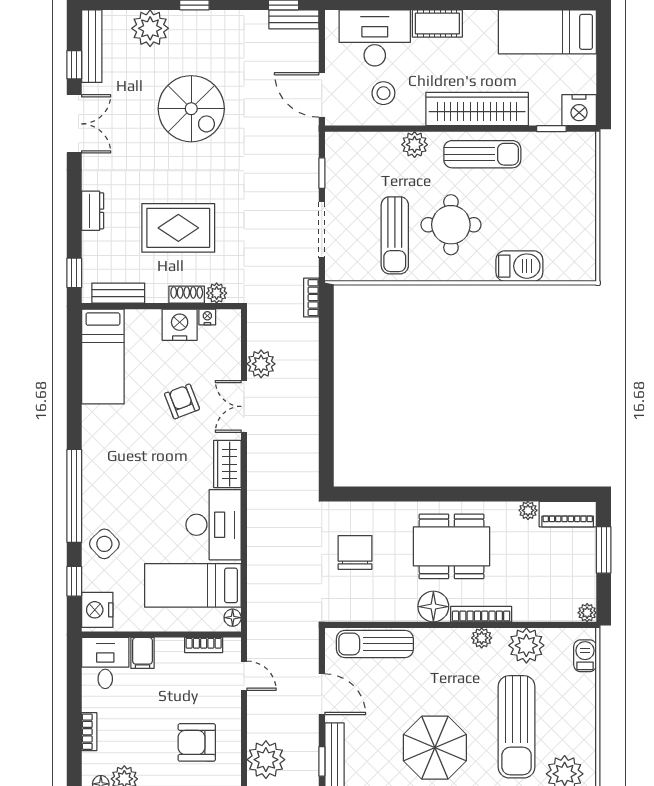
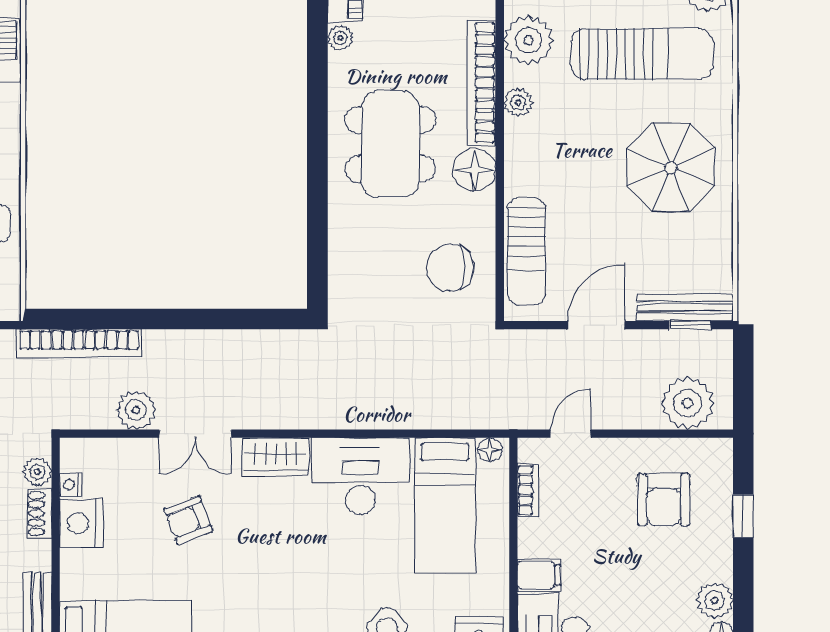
bookcase: (311, 298) -> (79, 343), width x2.31, depth x1.31
chair: (355, 552) -> (450, 268), moved
bookcase: (481, 614) -> (481, 83), width x1.48, depth x1.31

